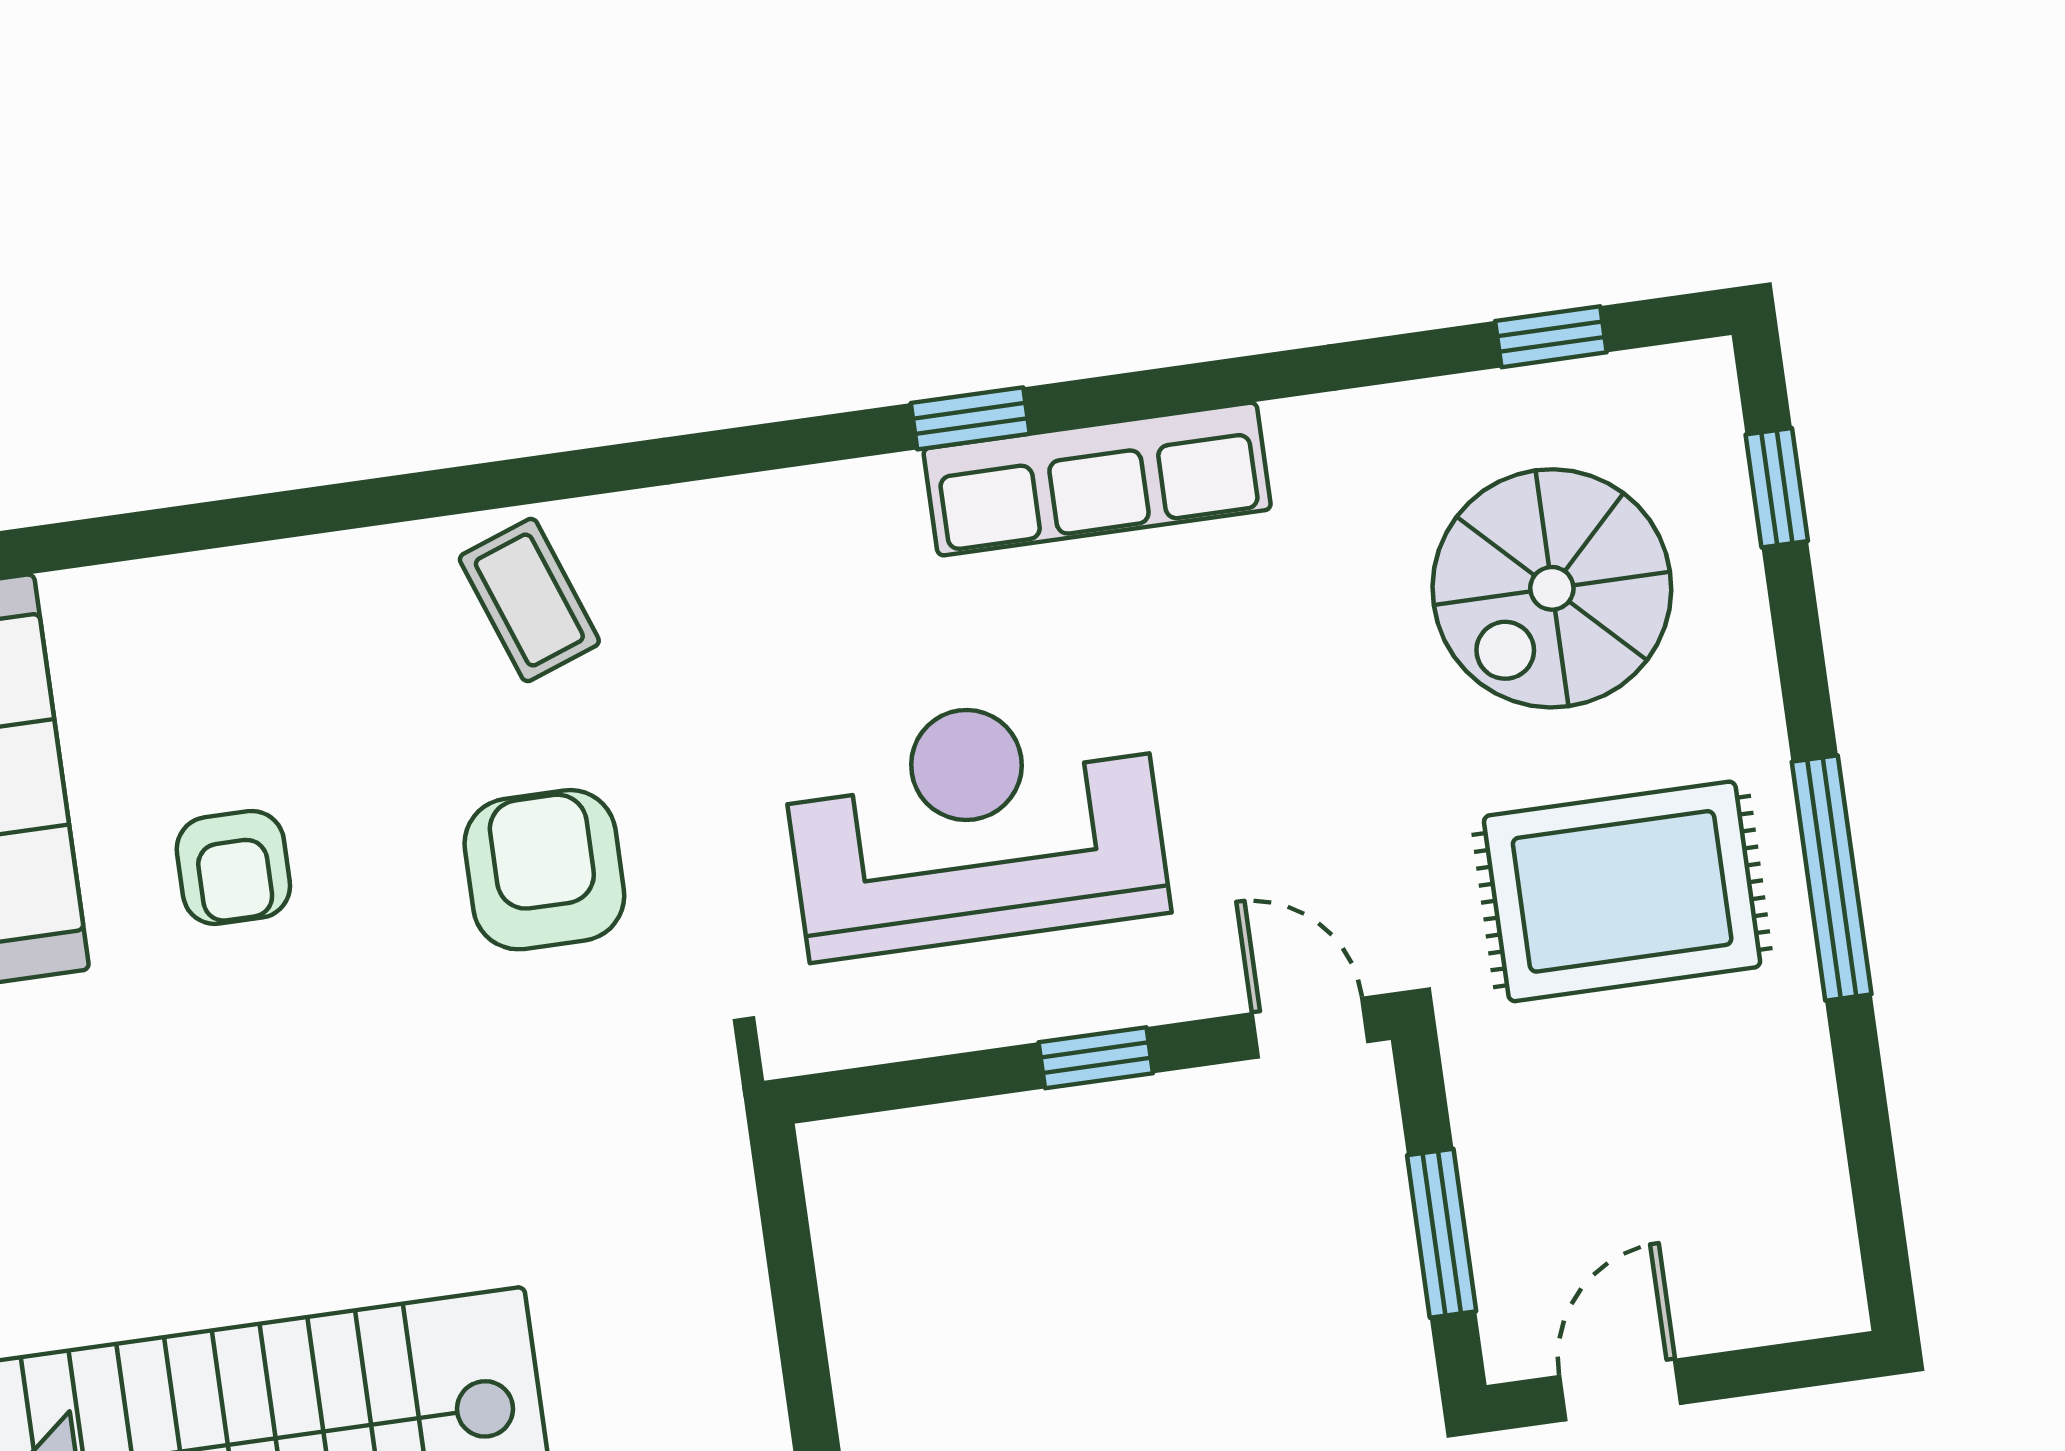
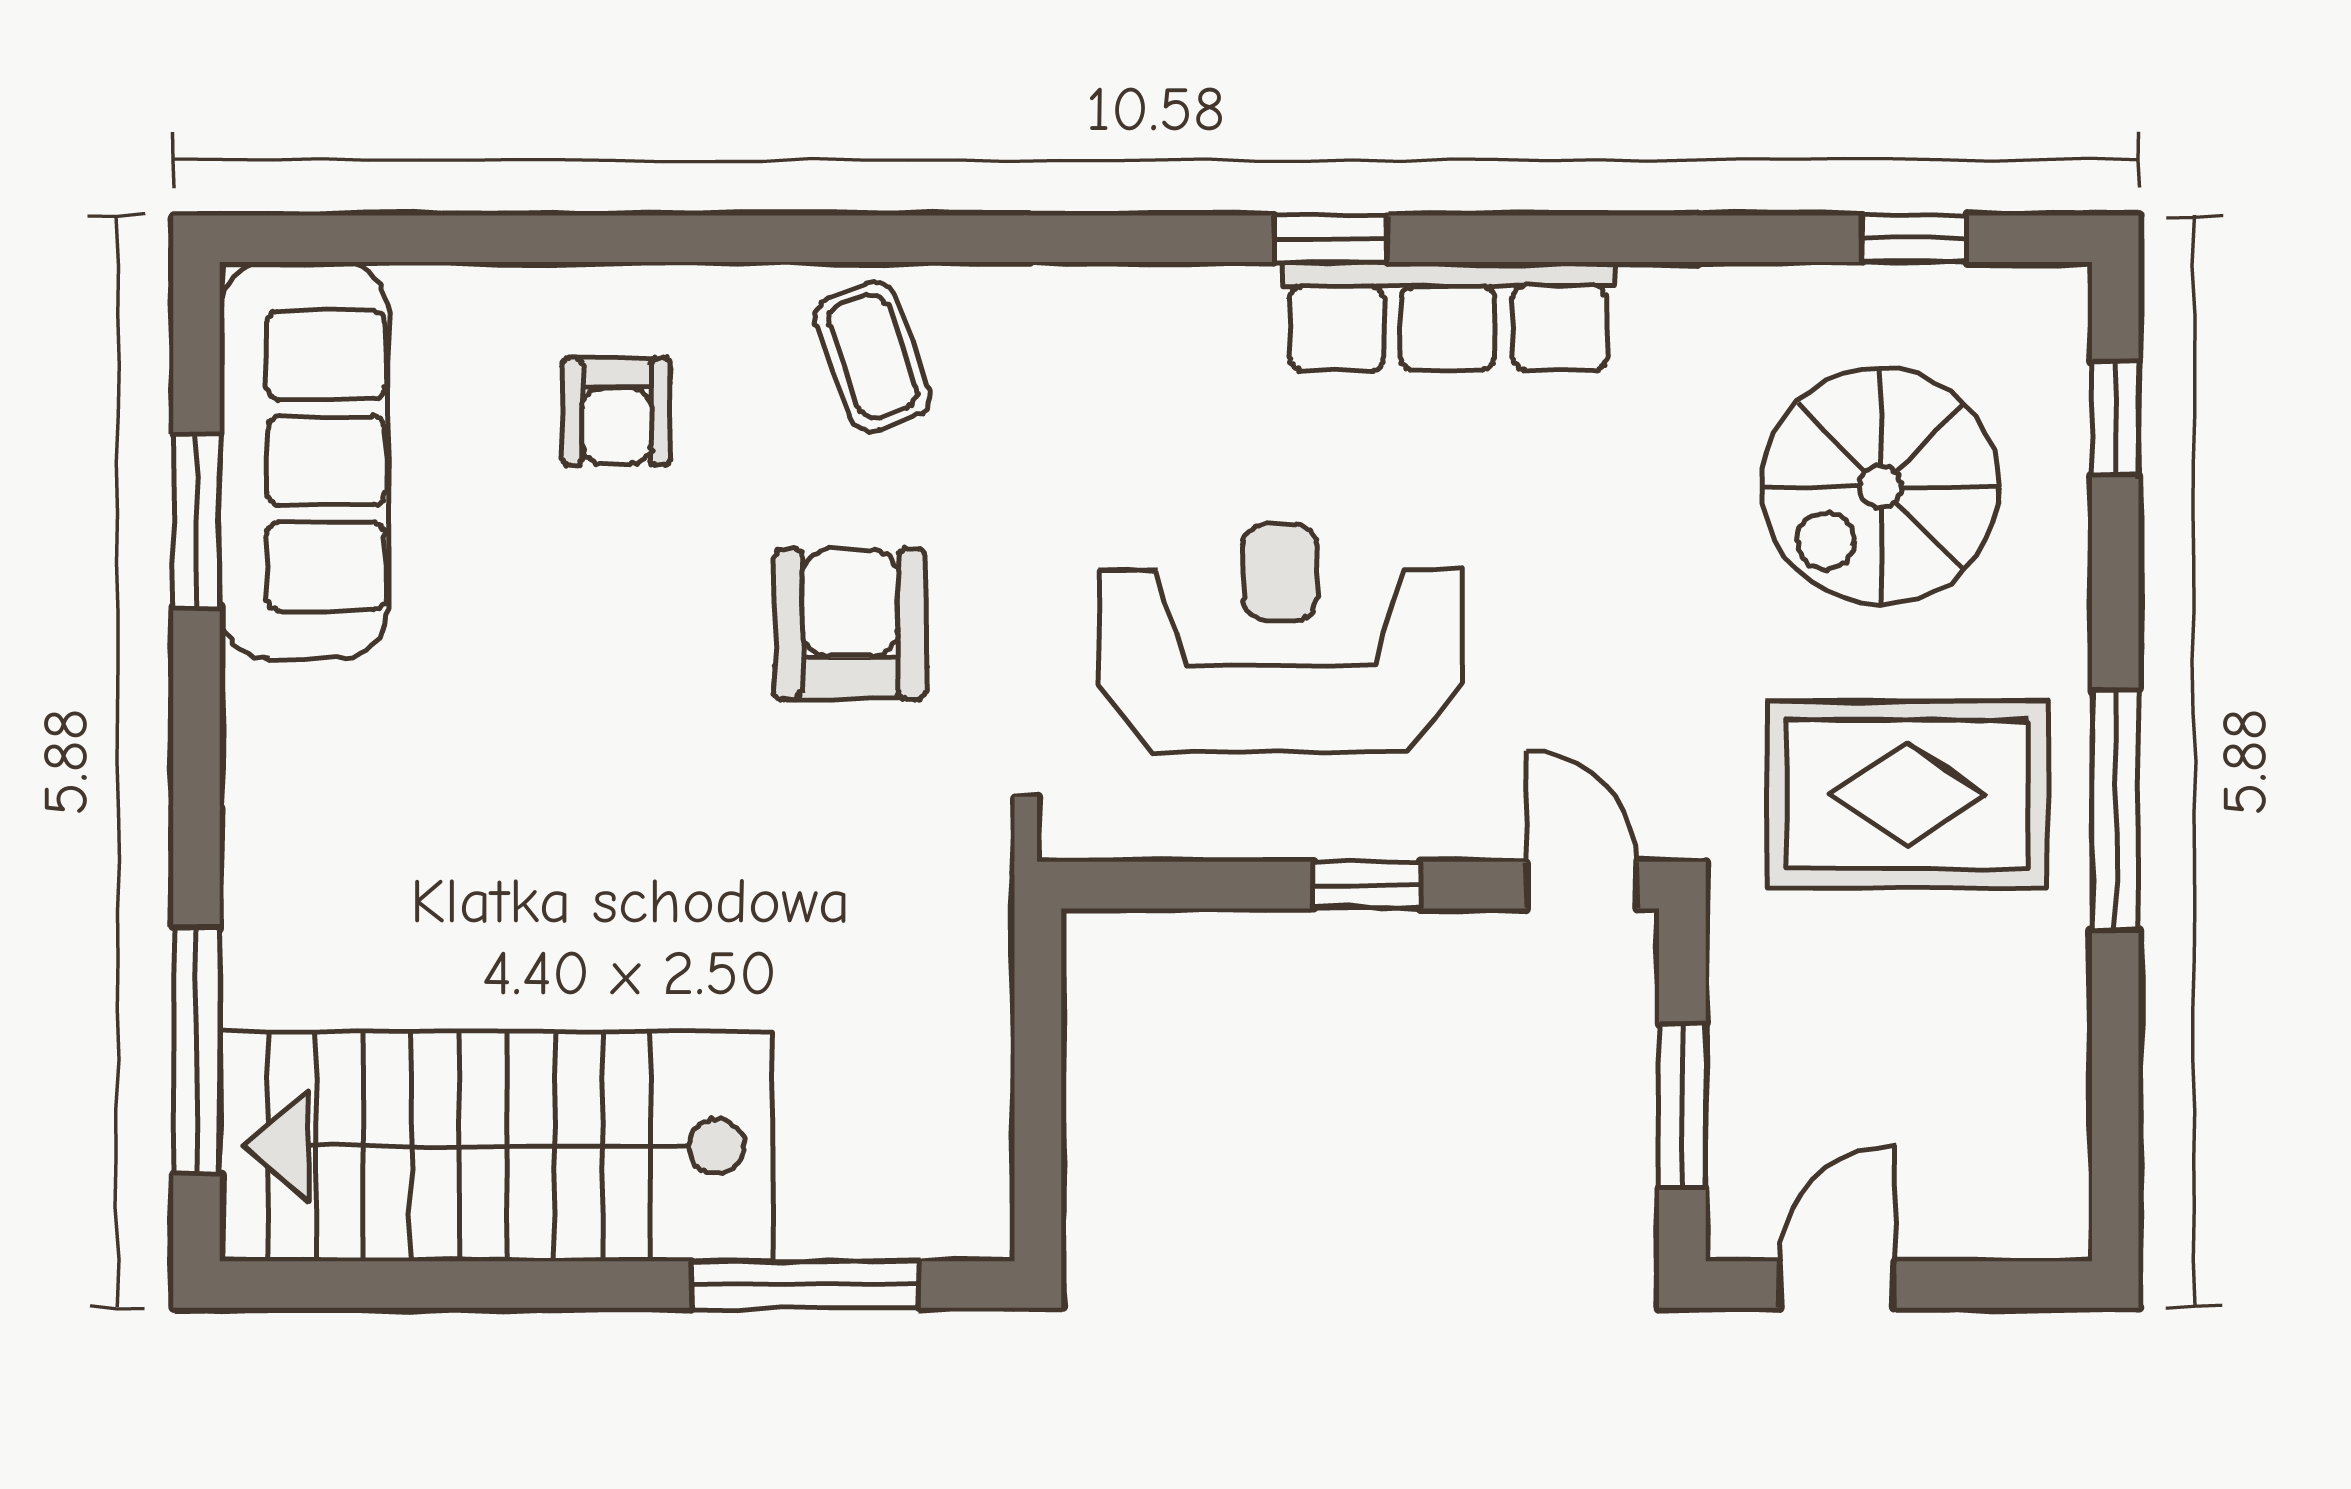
armchair: (233, 867) -> (617, 412), moved

